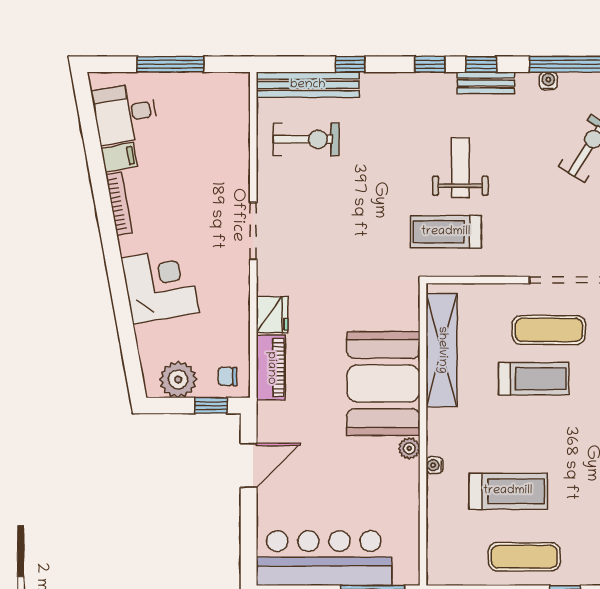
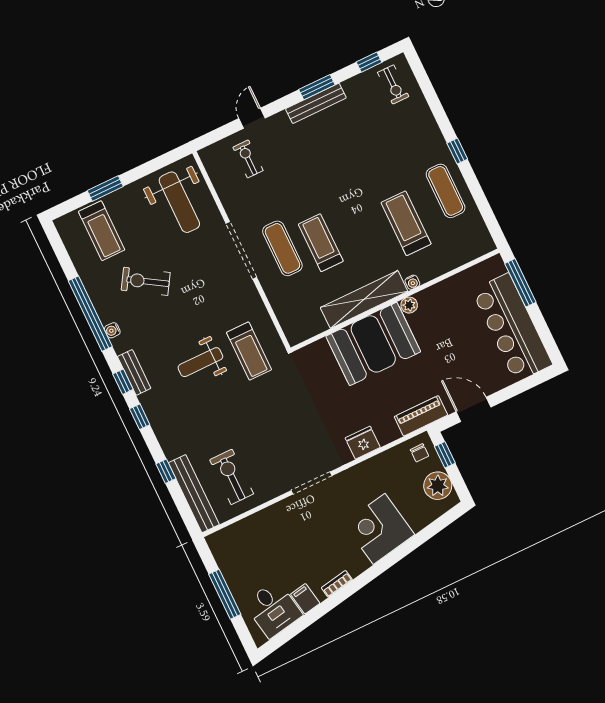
bookcase: (119, 204) -> (337, 584), width x0.64
shelving: (442, 350) -> (364, 299), moved
piano: (271, 368) -> (421, 416), moved

